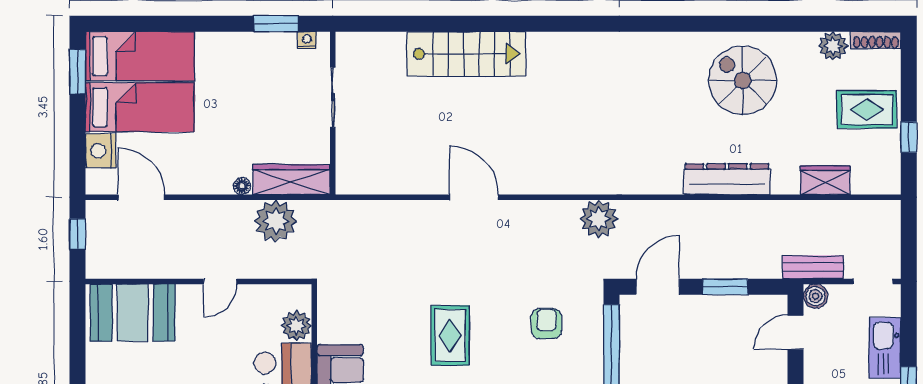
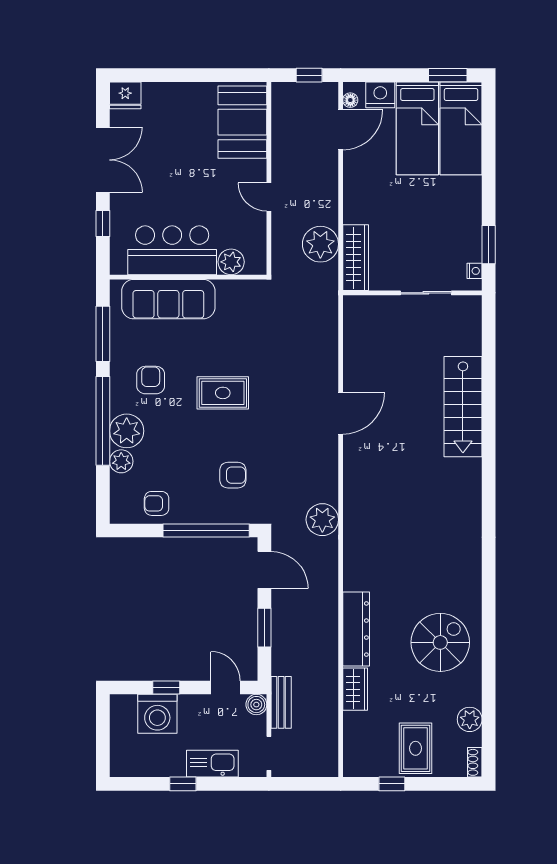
shoe rack: (876, 40) -> (475, 762), width x0.70
wardrobe: (825, 180) -> (355, 689), moved
floor lamp: (242, 186) -> (350, 100), moved

